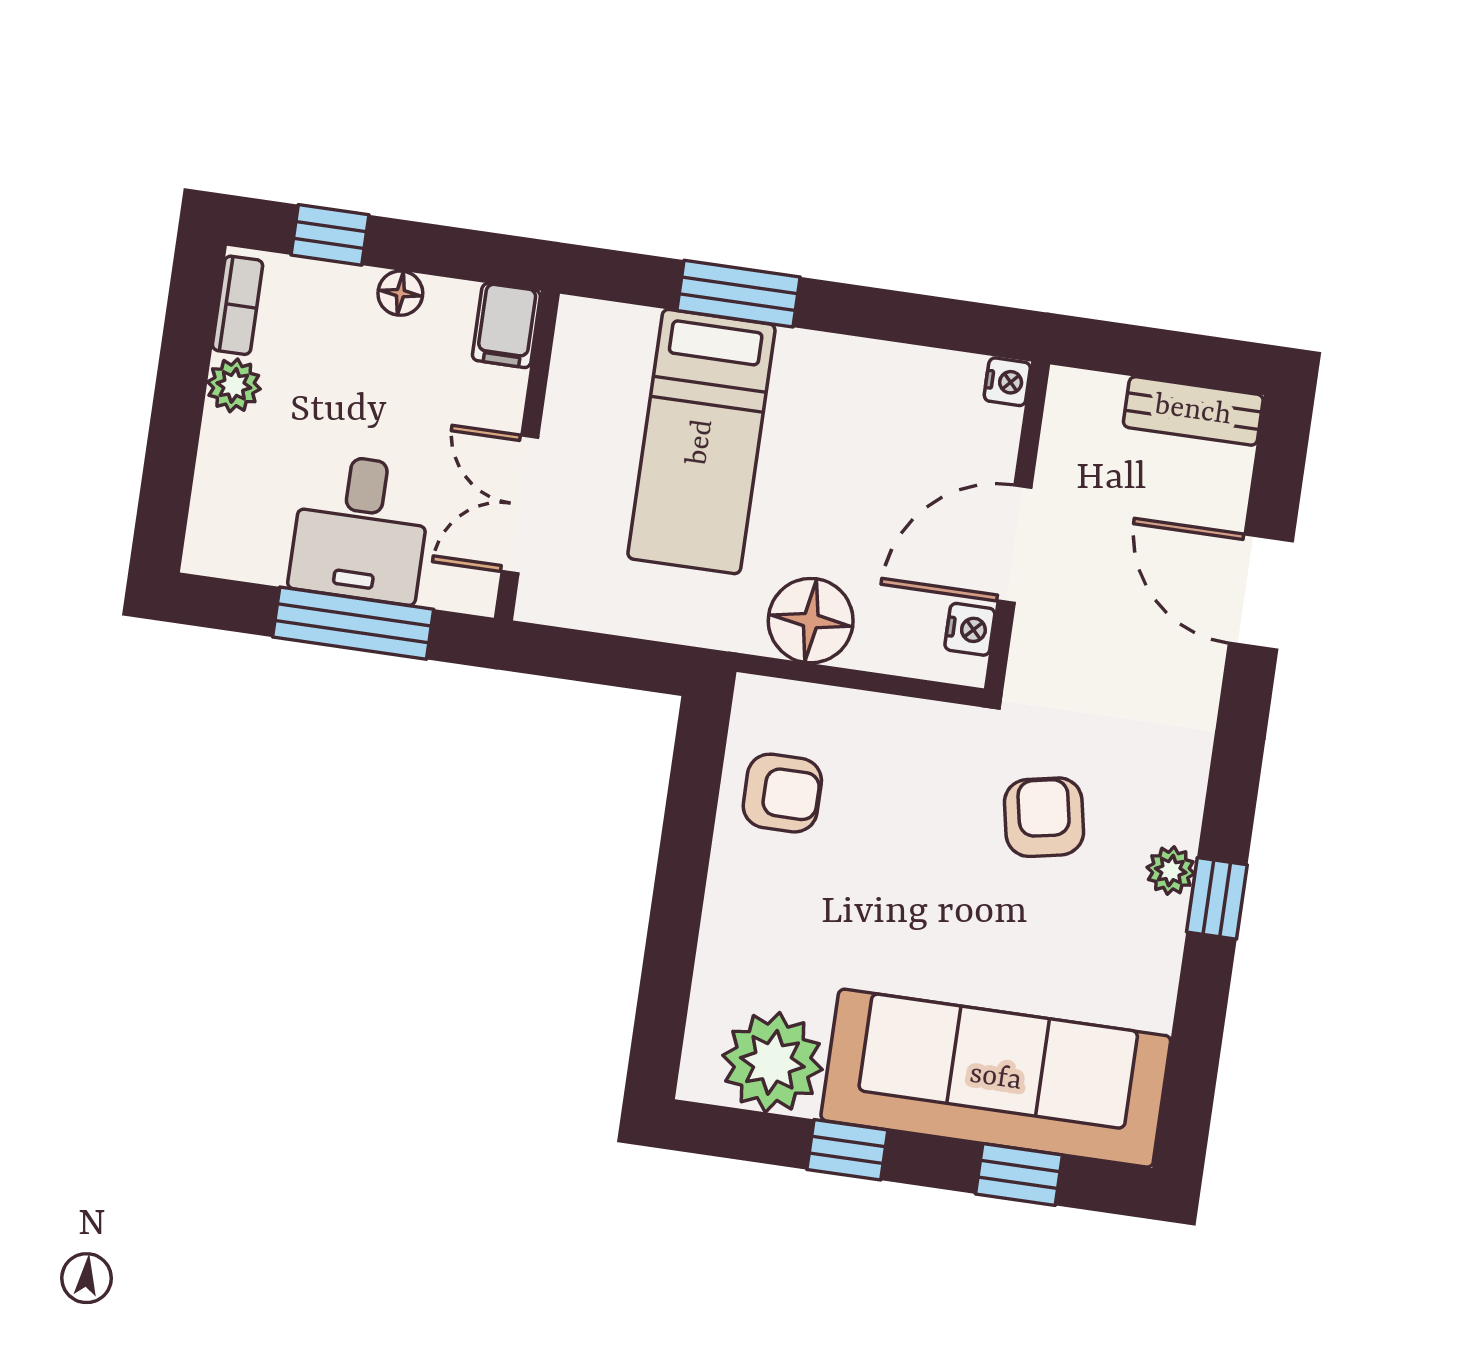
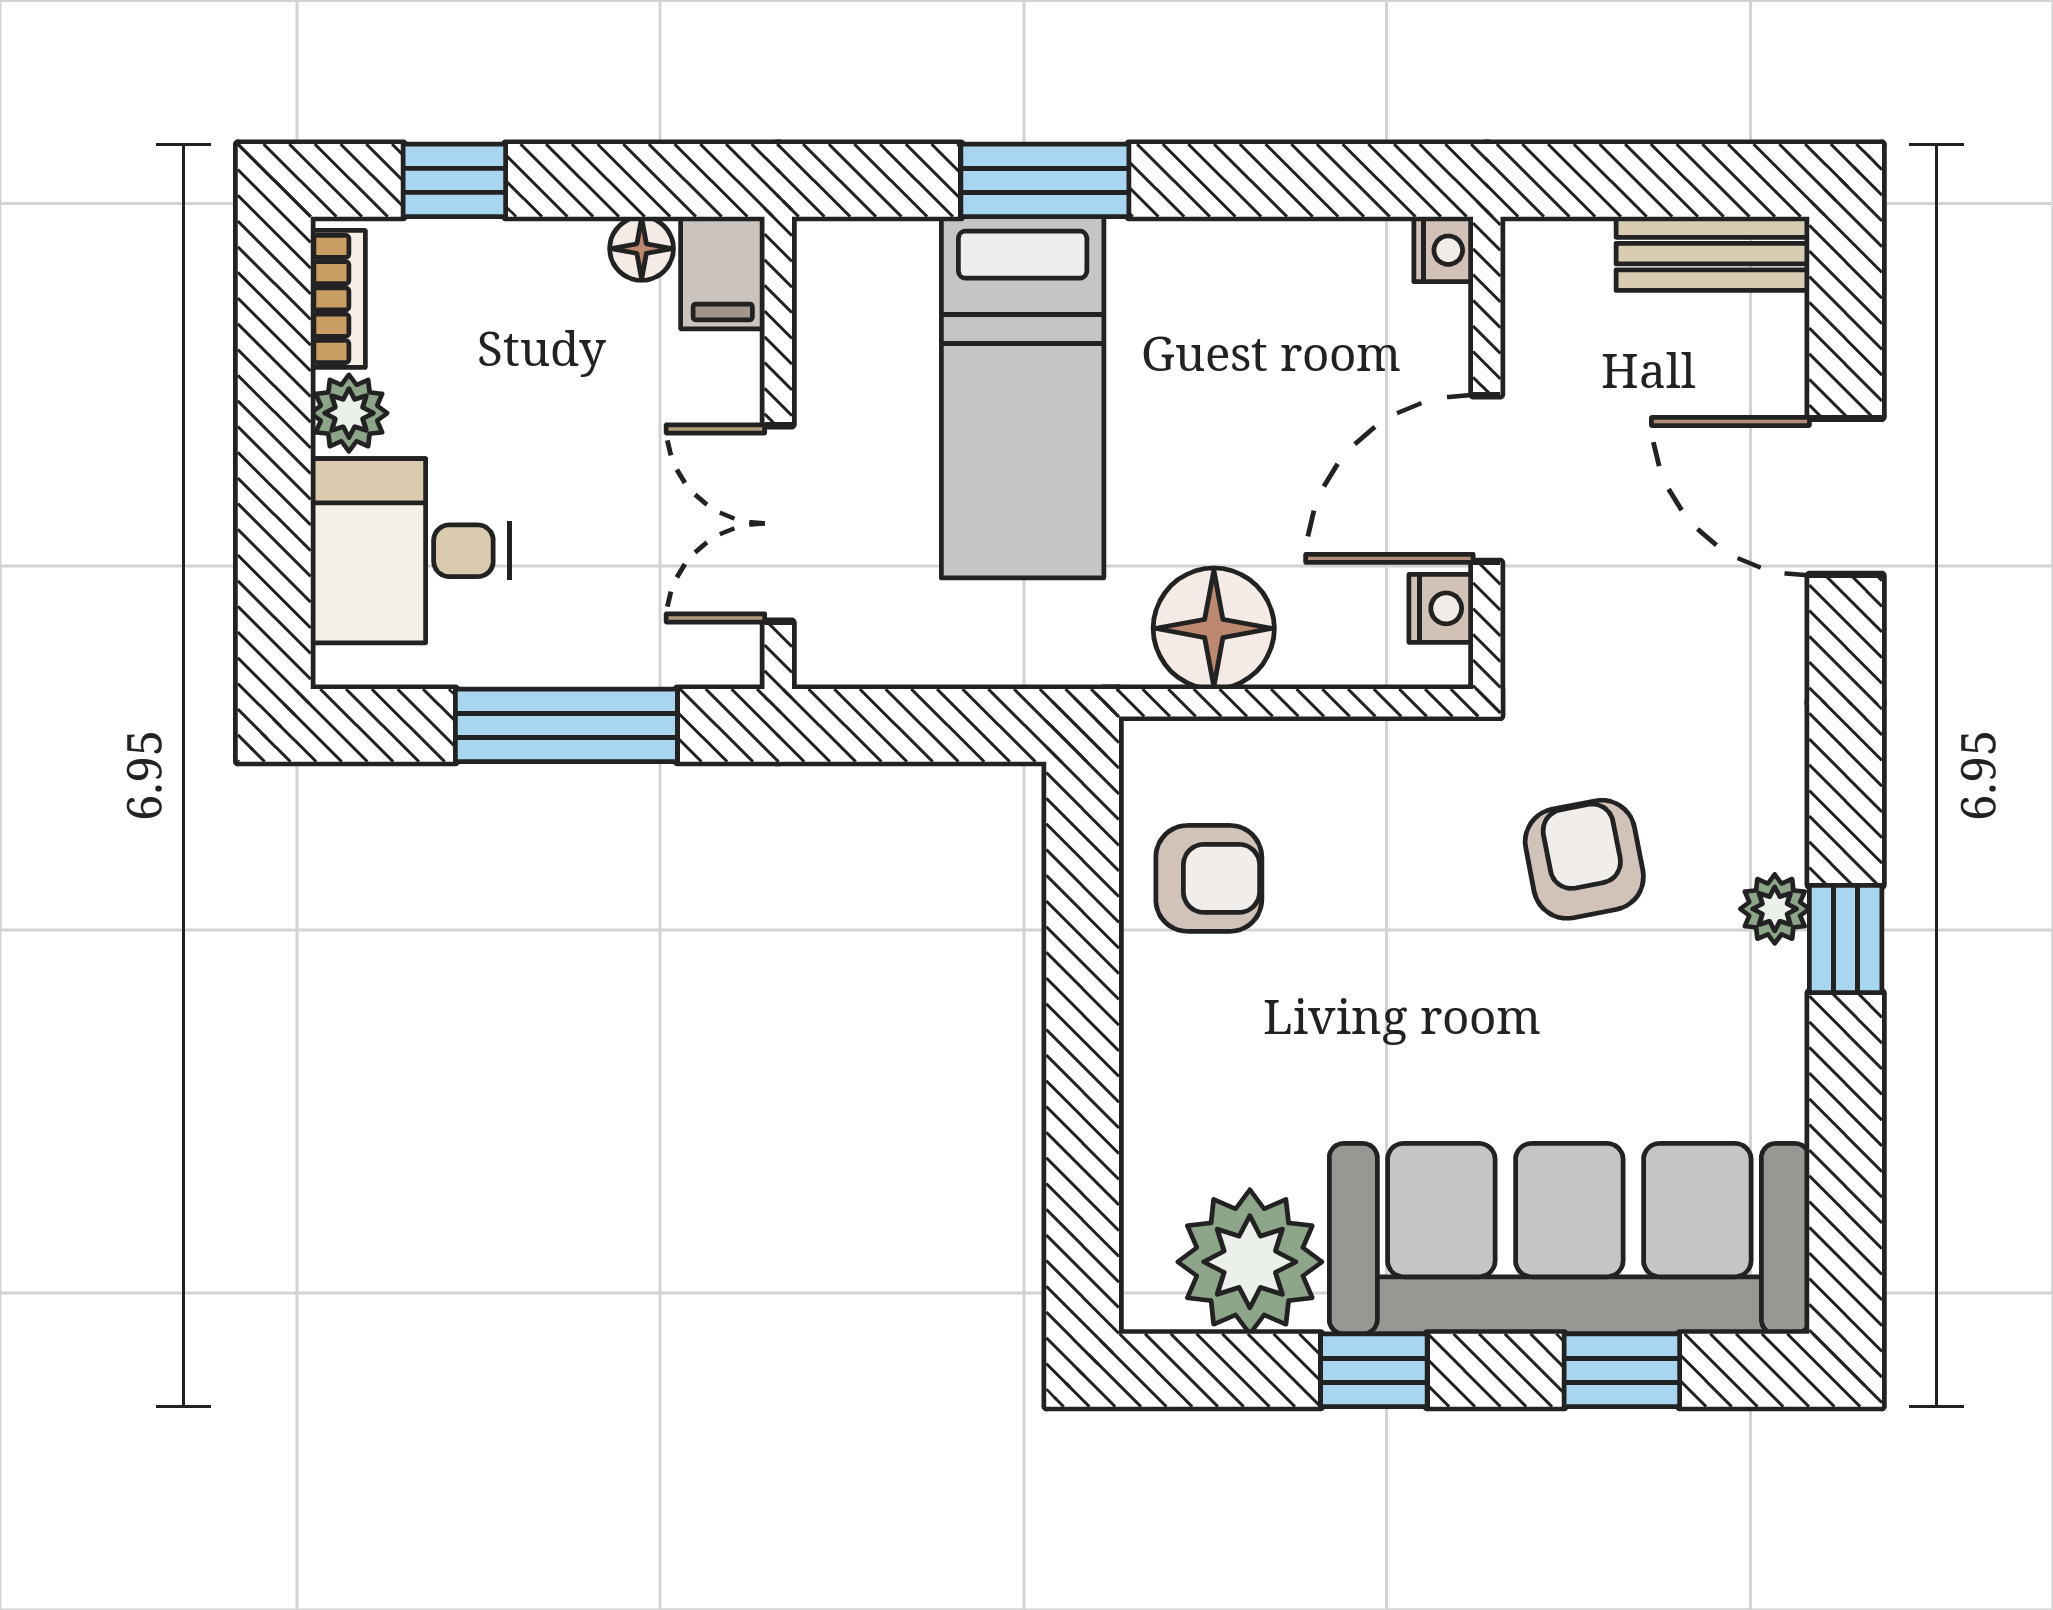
floor lamp: (400, 293) -> (642, 249), moved
desk: (361, 528) -> (410, 551), moved, turned 90

